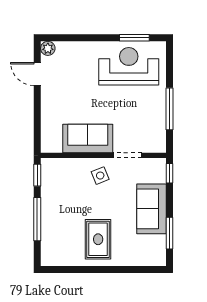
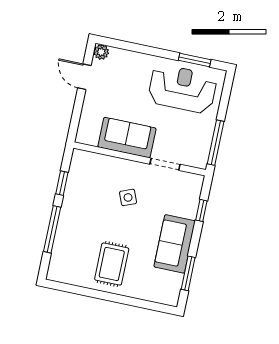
sofa: (88, 138) -> (127, 138), moved
wall: (103, 155) -> (140, 159), moved
doorway: (127, 155) -> (165, 164), moved

